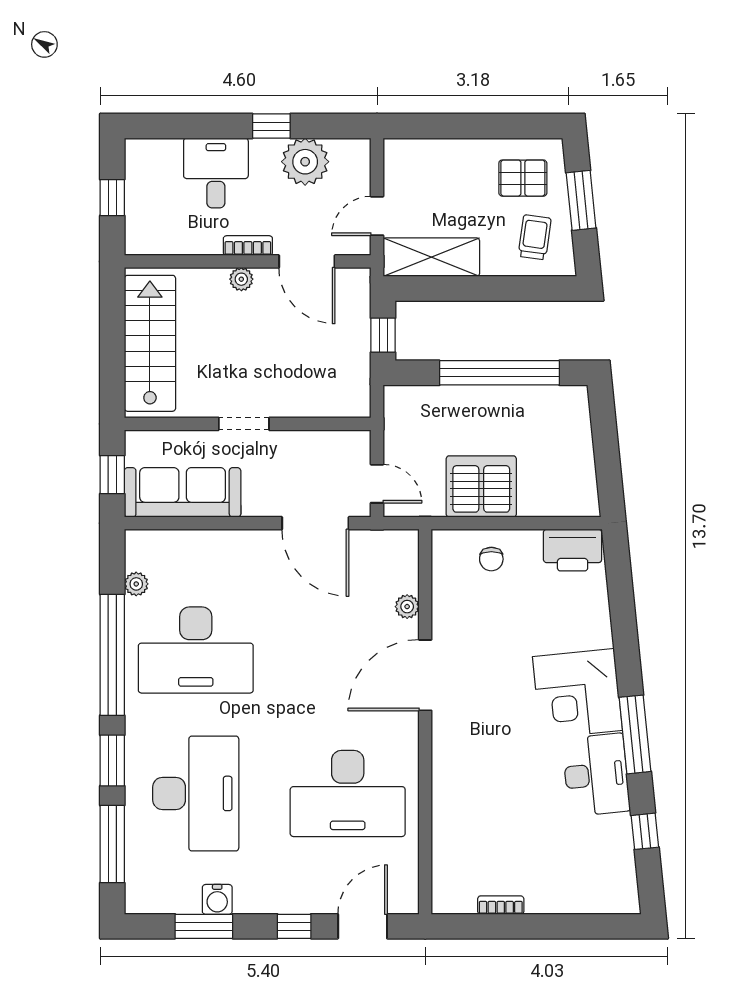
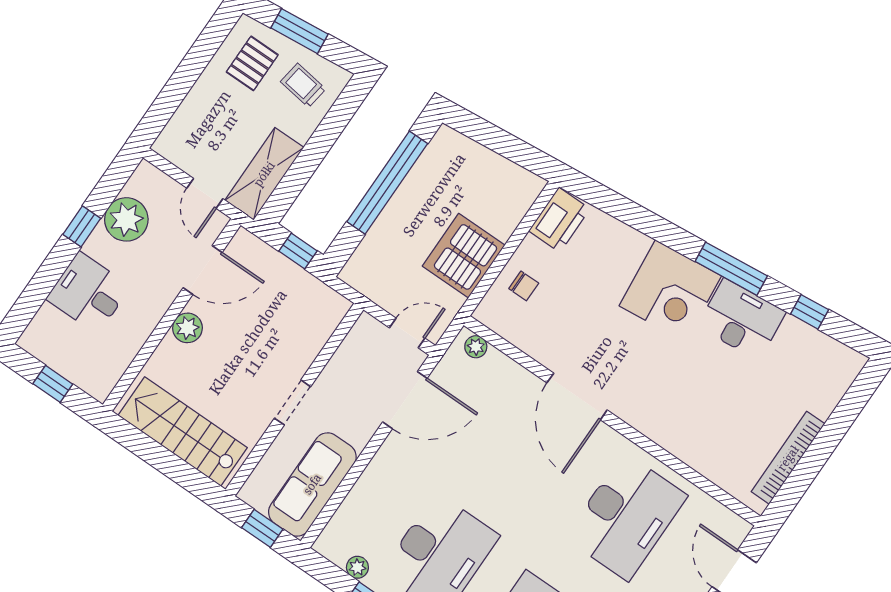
bookcase: (248, 246) -> (160, 306), removed
plant: (241, 279) -> (187, 328), width x1.38, depth x1.38
plant: (407, 607) -> (476, 347), moved
bookcase: (501, 905) -> (788, 458), width x2.31, depth x1.31

